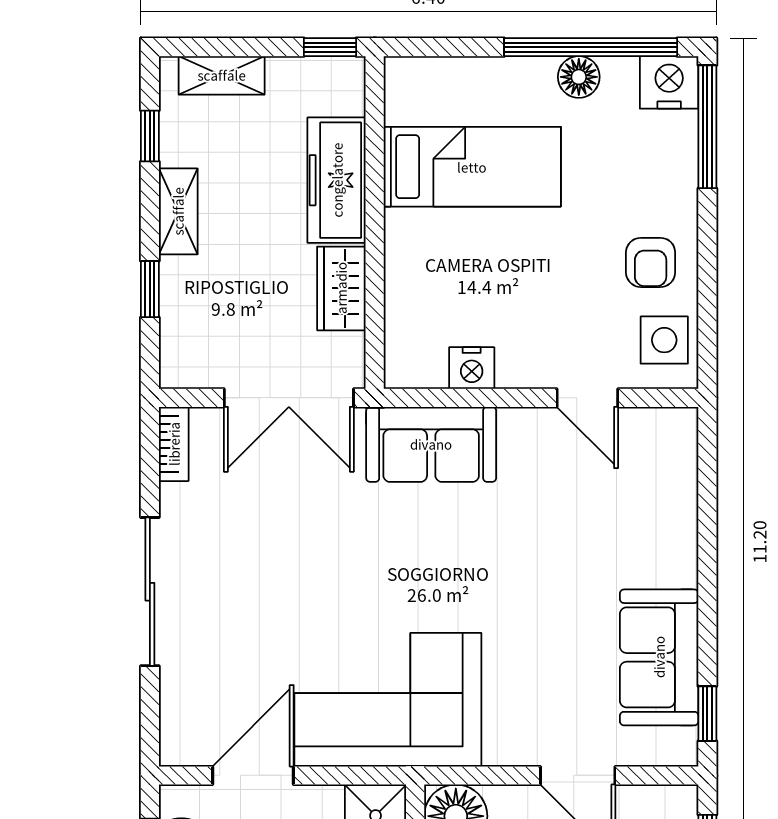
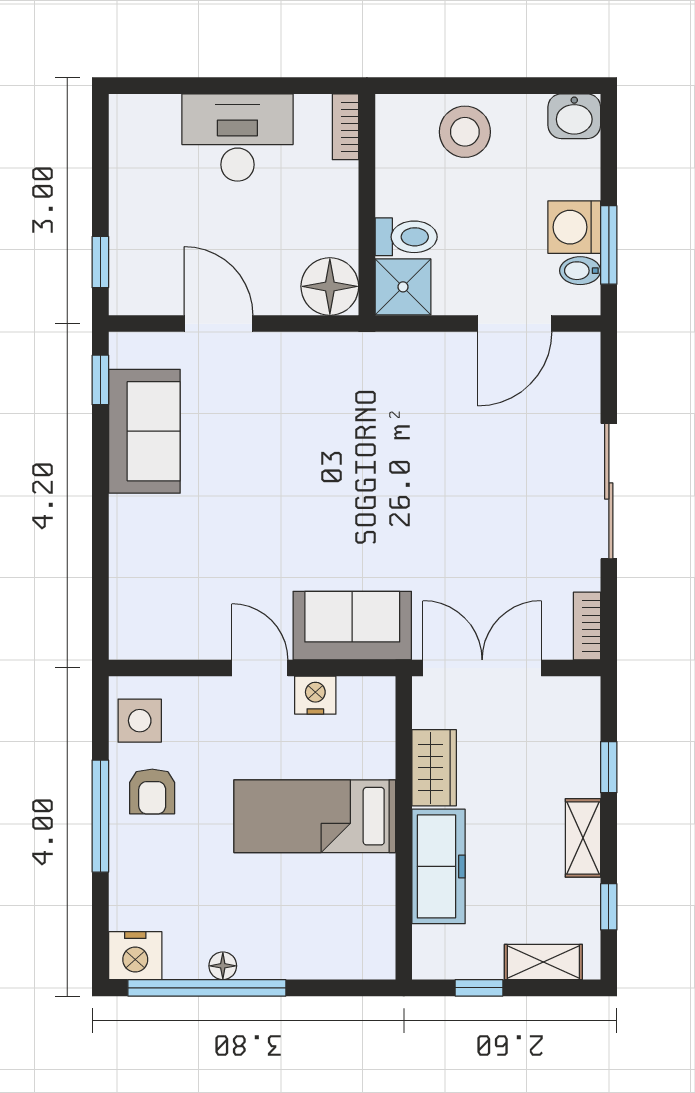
window: (330, 47) -> (479, 988), moved
floor lamp: (579, 77) -> (223, 966), width x0.73, depth x0.73
window: (707, 127) -> (100, 816), moved
bed: (472, 167) -> (315, 816), moved
armchair: (651, 262) -> (152, 791), turned 180
door: (587, 398) -> (260, 668), moved
corner sofa: (388, 700) -> (392, 393), removed

